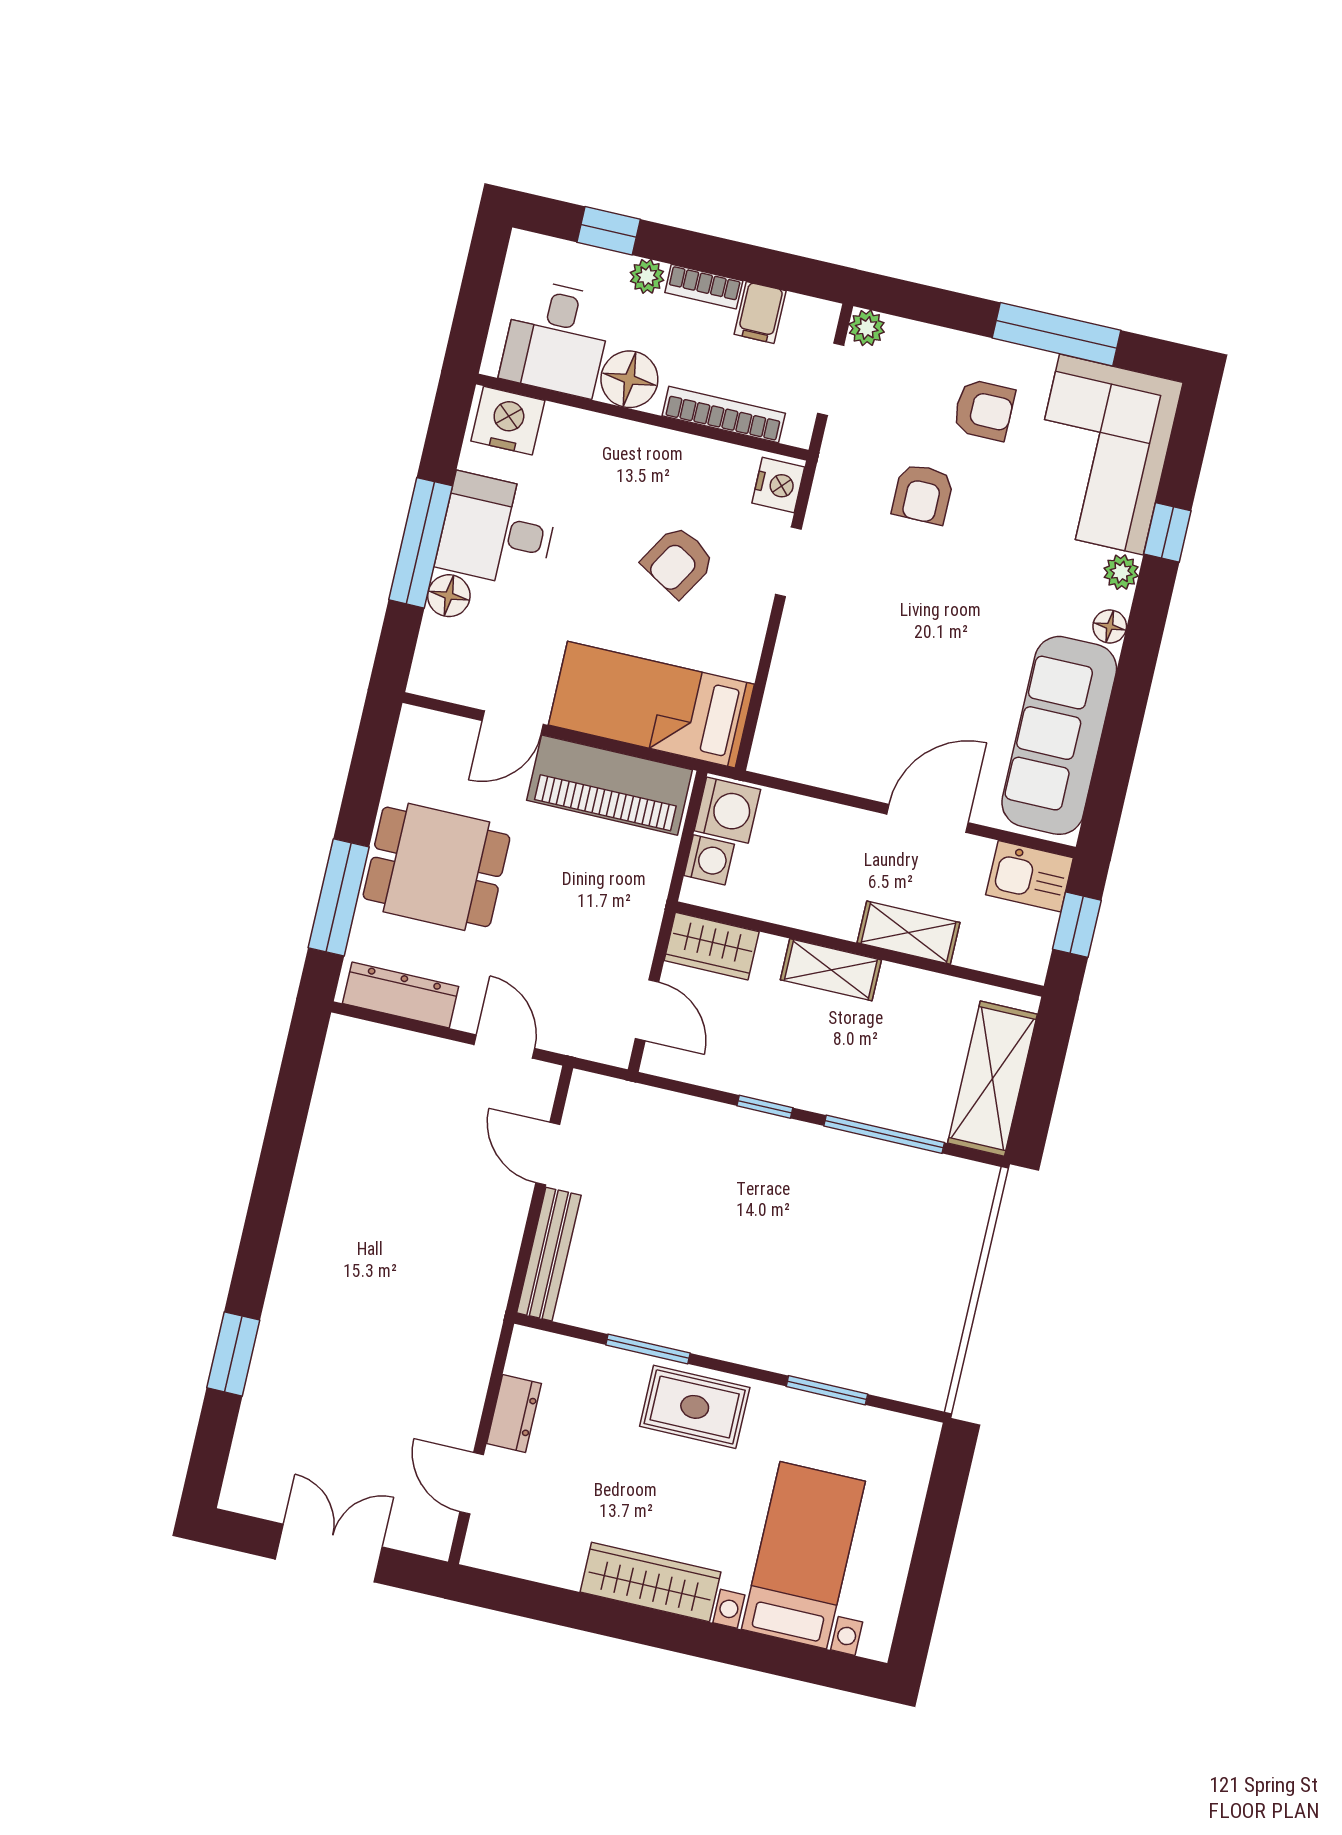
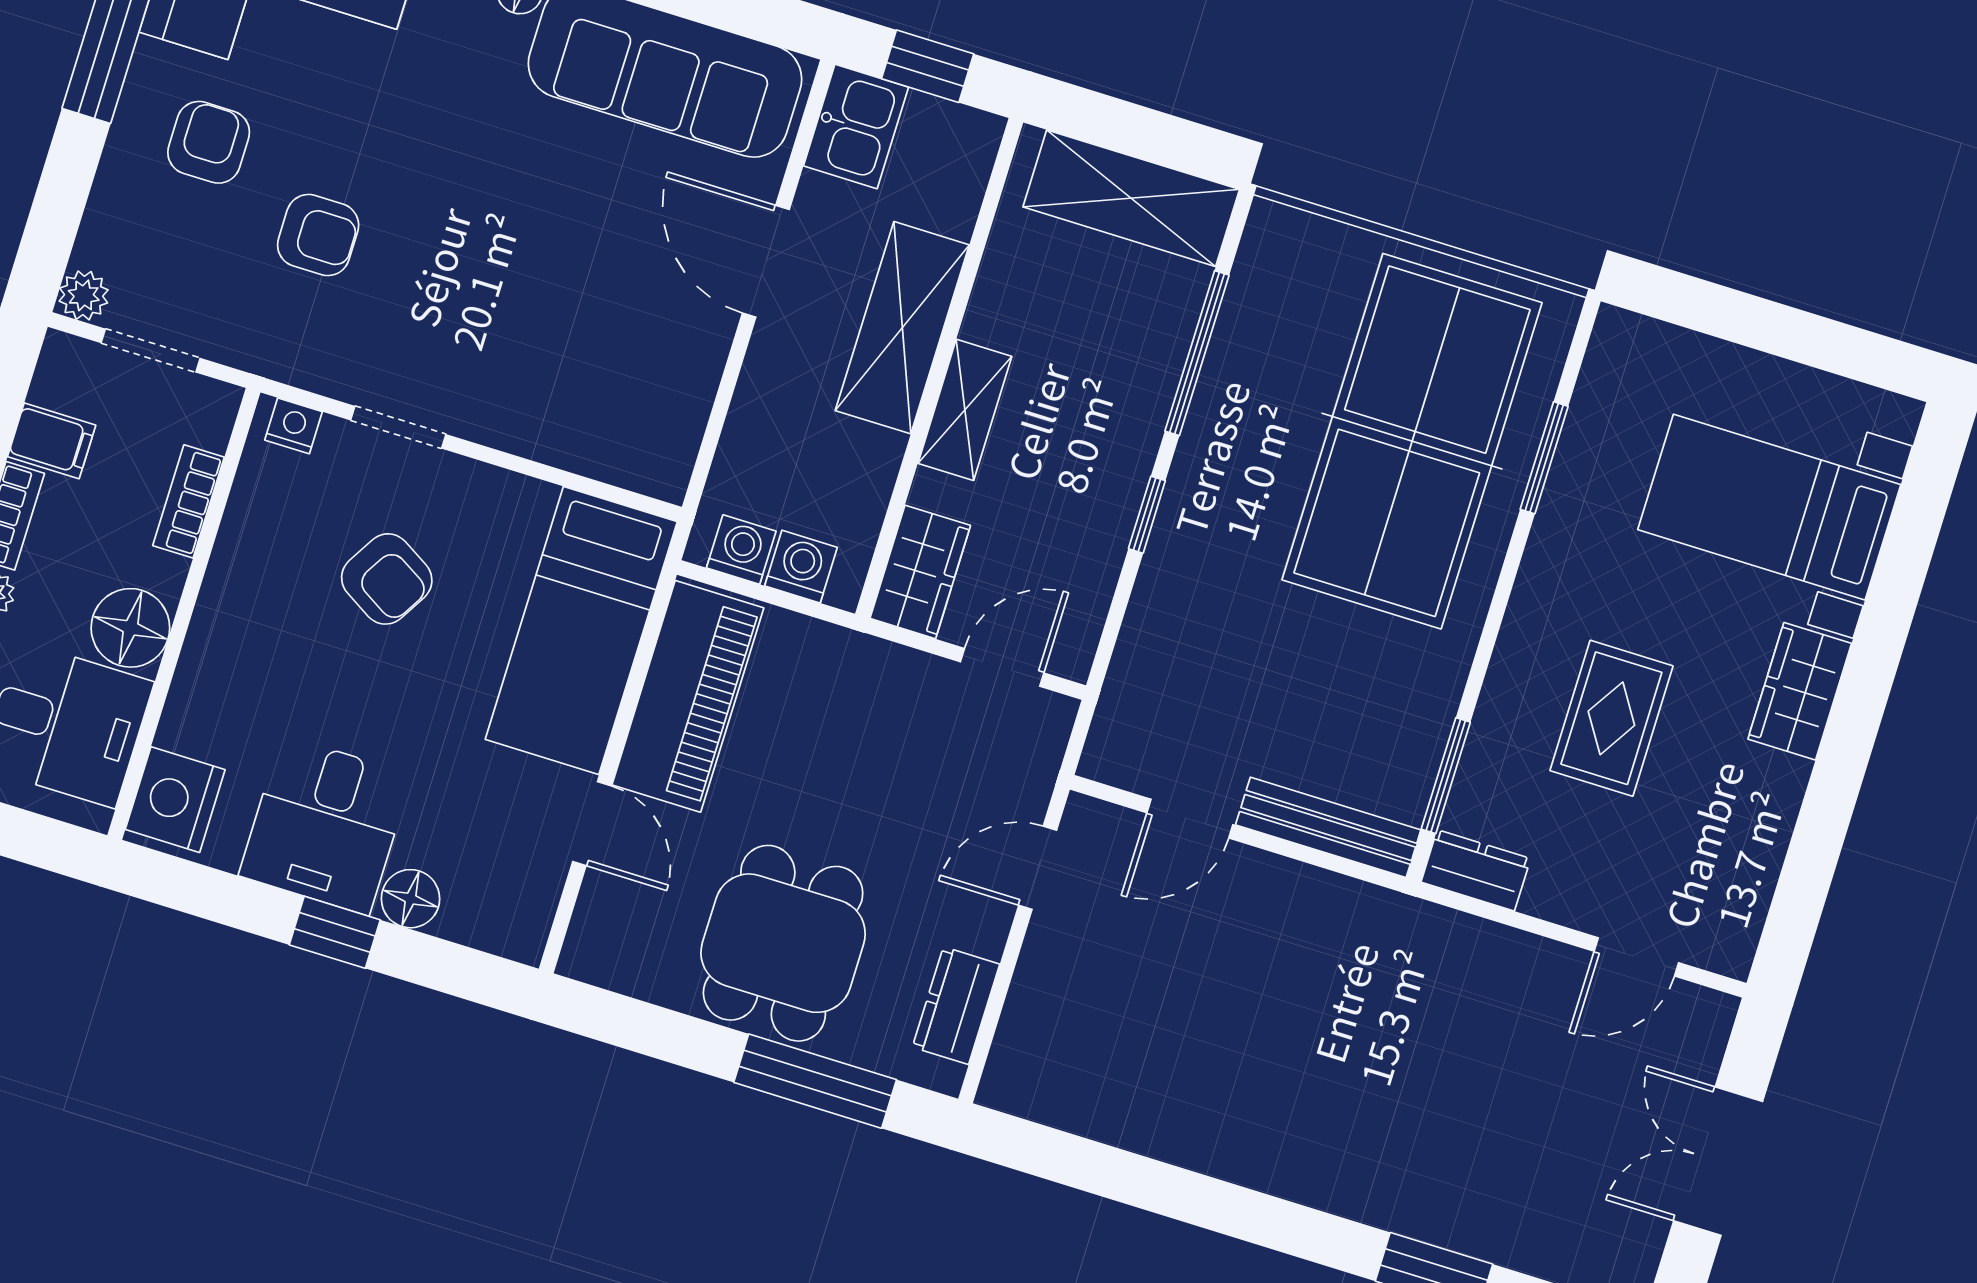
bookcase: (724, 415) -> (189, 501), width x0.64
nightstand: (778, 485) -> (294, 426), width x0.72, depth x0.74
window: (421, 543) -> (335, 932), width x0.46
washing machine: (727, 810) -> (741, 550), width x0.73, depth x0.73
shelving: (909, 933) -> (902, 328), width x1.50, depth x1.33
dresser: (401, 995) -> (956, 1006), width x0.70
table tennis table: (832, 1294) -> (1412, 441), added
window: (648, 1349) -> (1446, 776), moved
rug: (695, 1407) -> (1611, 718), moved
dresser: (514, 1413) -> (1476, 870), moved
wardrobe: (651, 1582) -> (1800, 691), width x0.67

